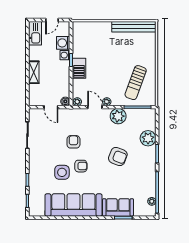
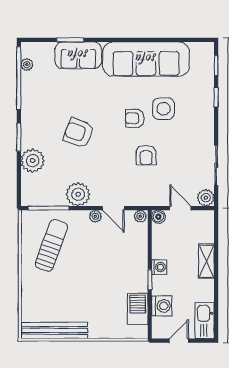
washing machine: (65, 55) -> (159, 267), moved
barbecue: (79, 68) -> (138, 309), moved
plant: (34, 114) -> (206, 198), added

